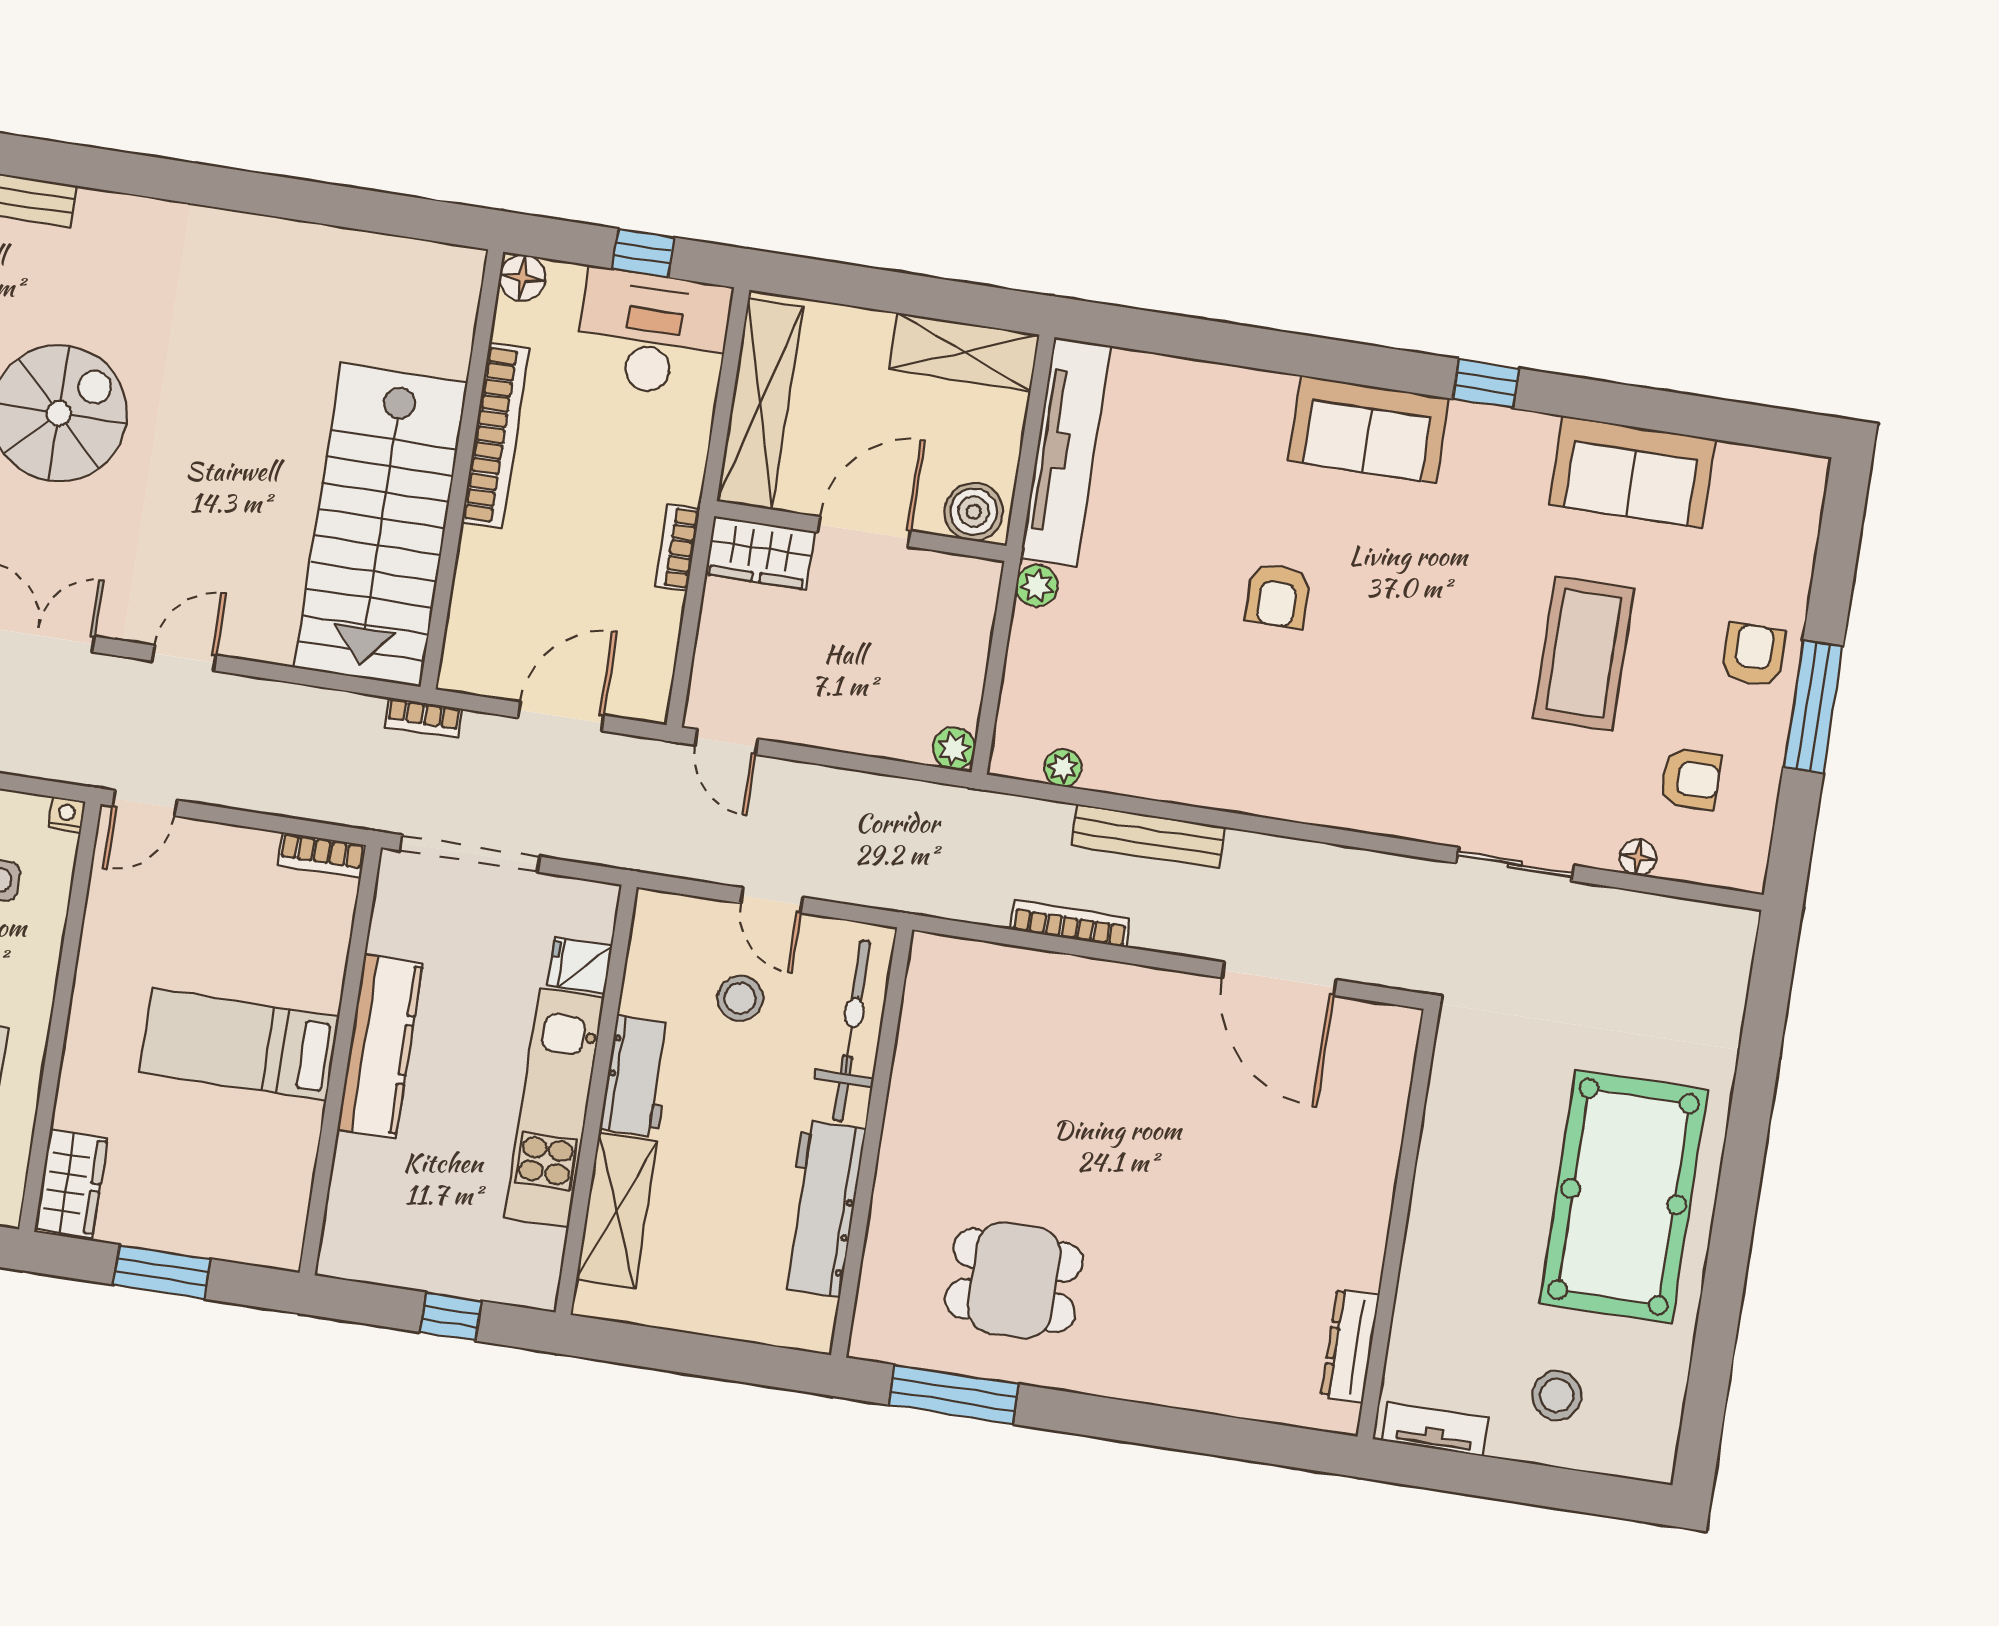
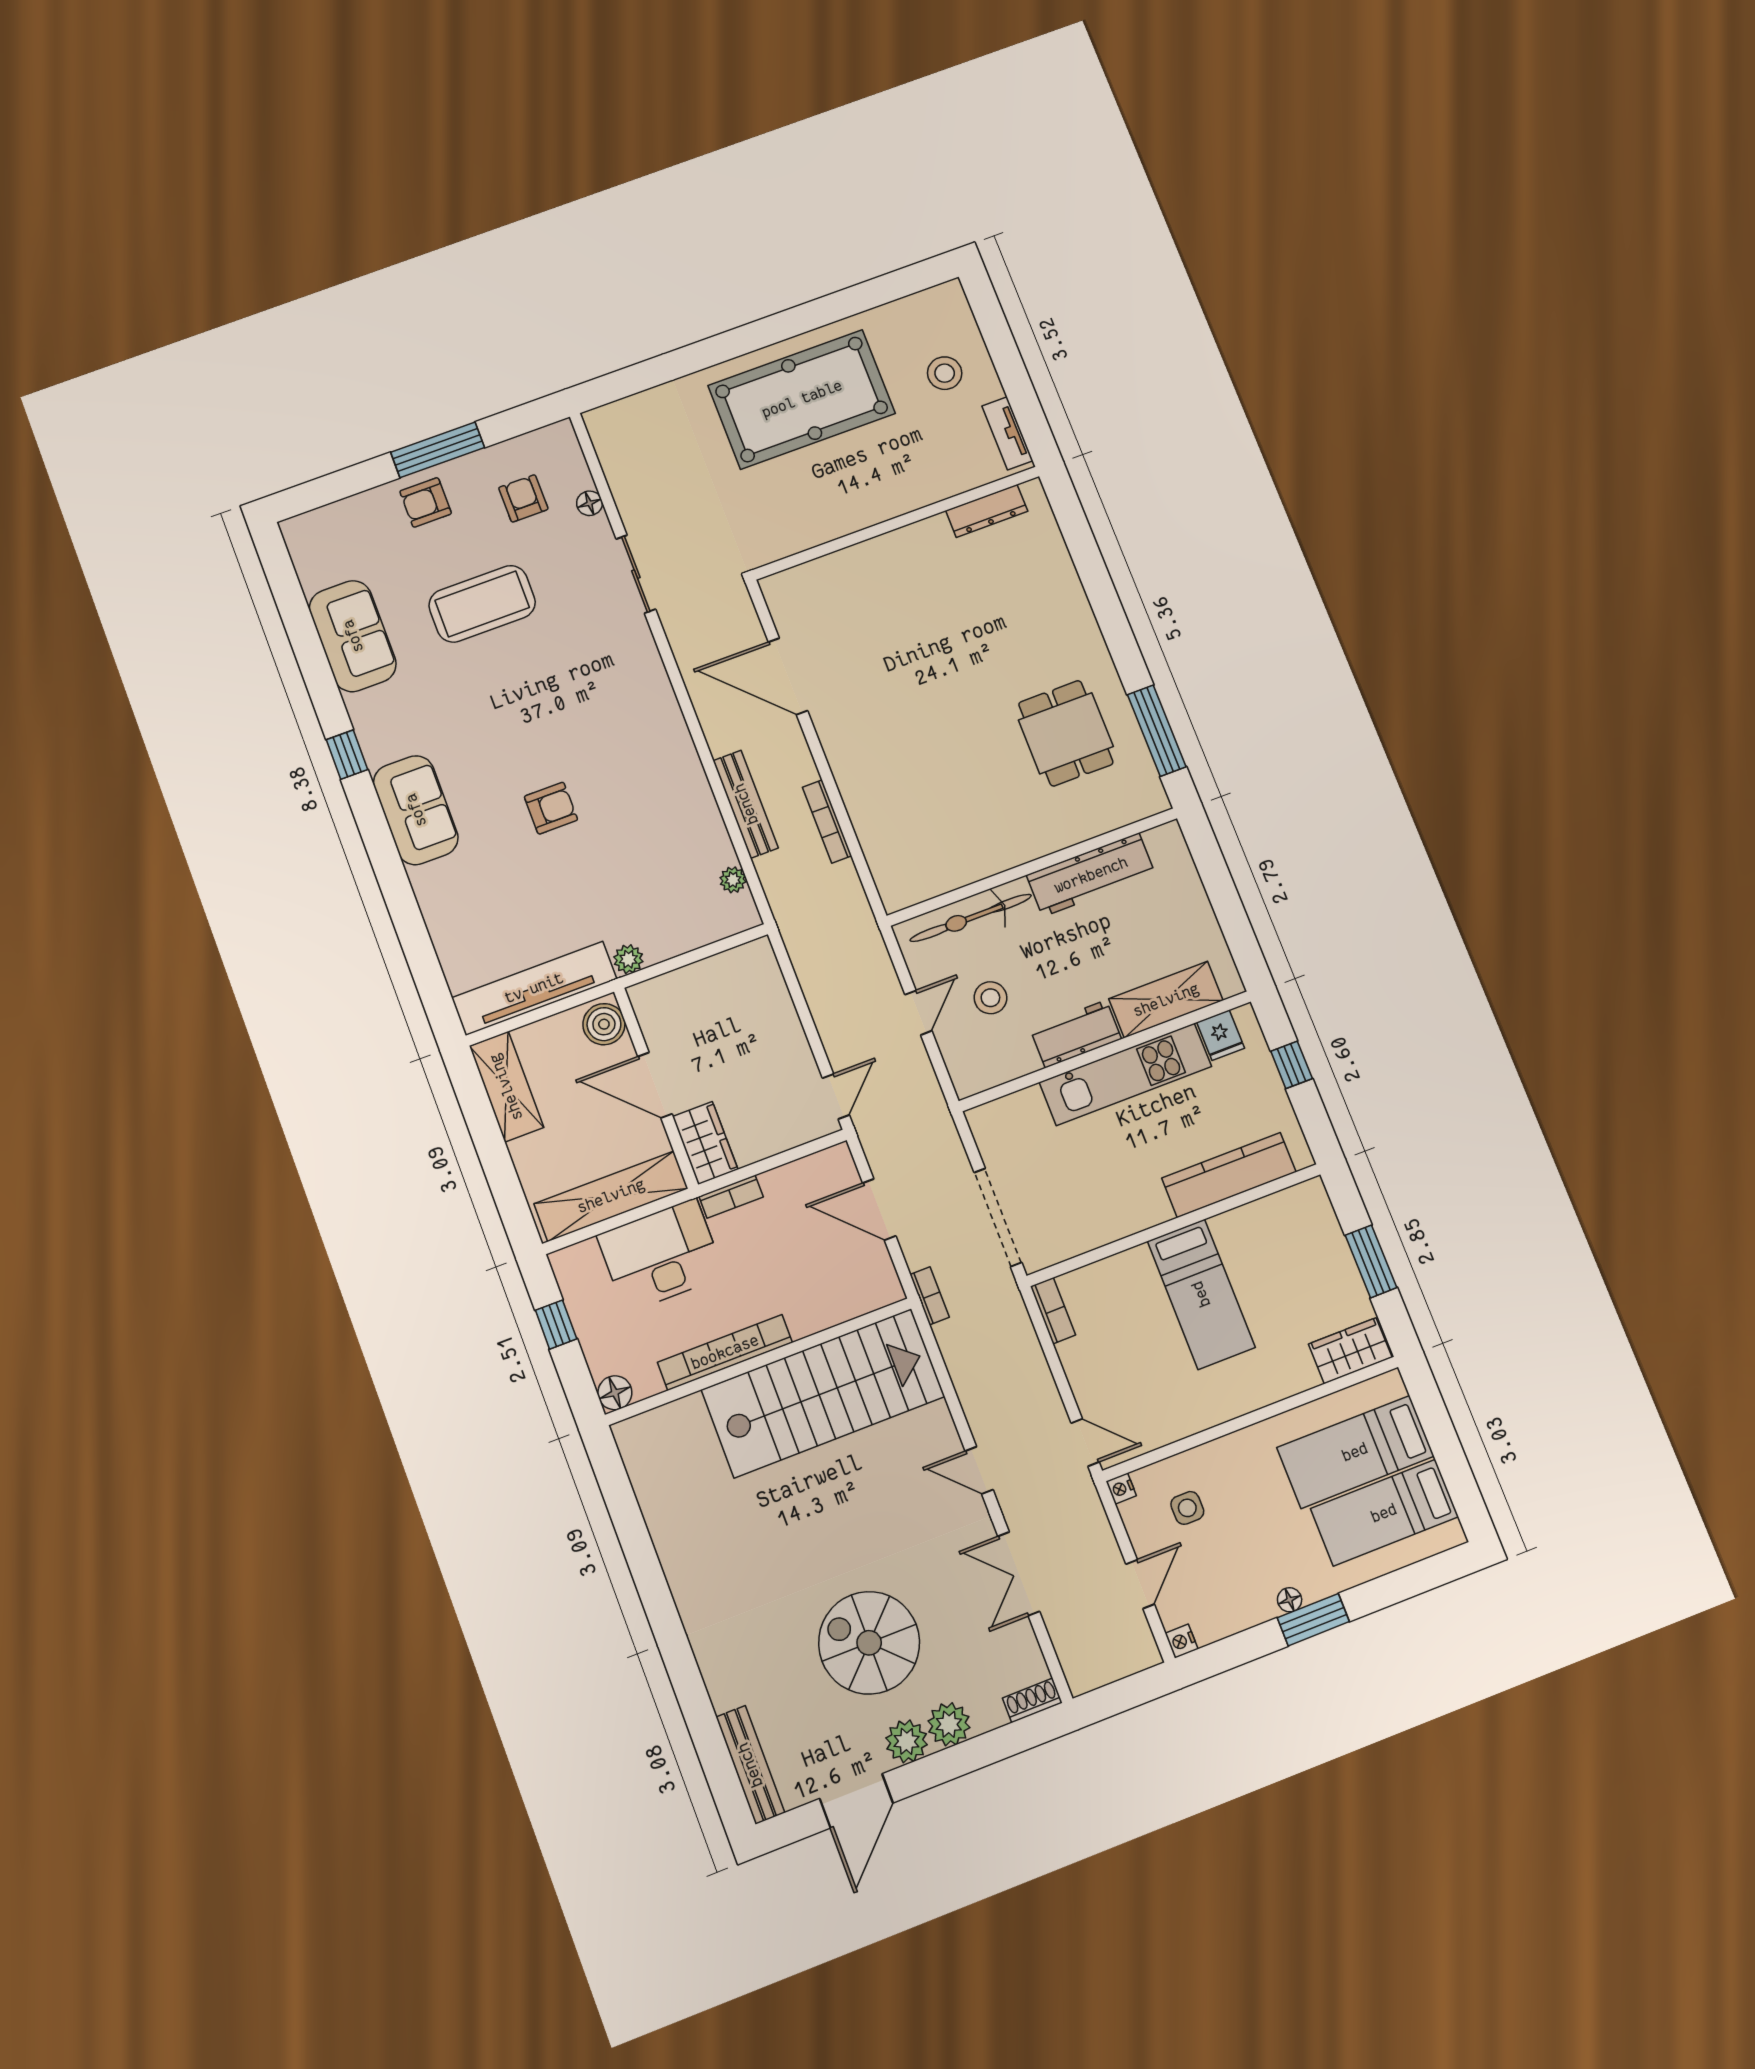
desk: (653, 333) -> (661, 1255), moved, turned 90
plant: (954, 748) -> (759, 953), removed
fridge: (580, 966) -> (1221, 1035), moved
door: (1279, 979) -> (788, 676), swing flipped
kitchen counter: (380, 1046) -> (1229, 1175), moved

